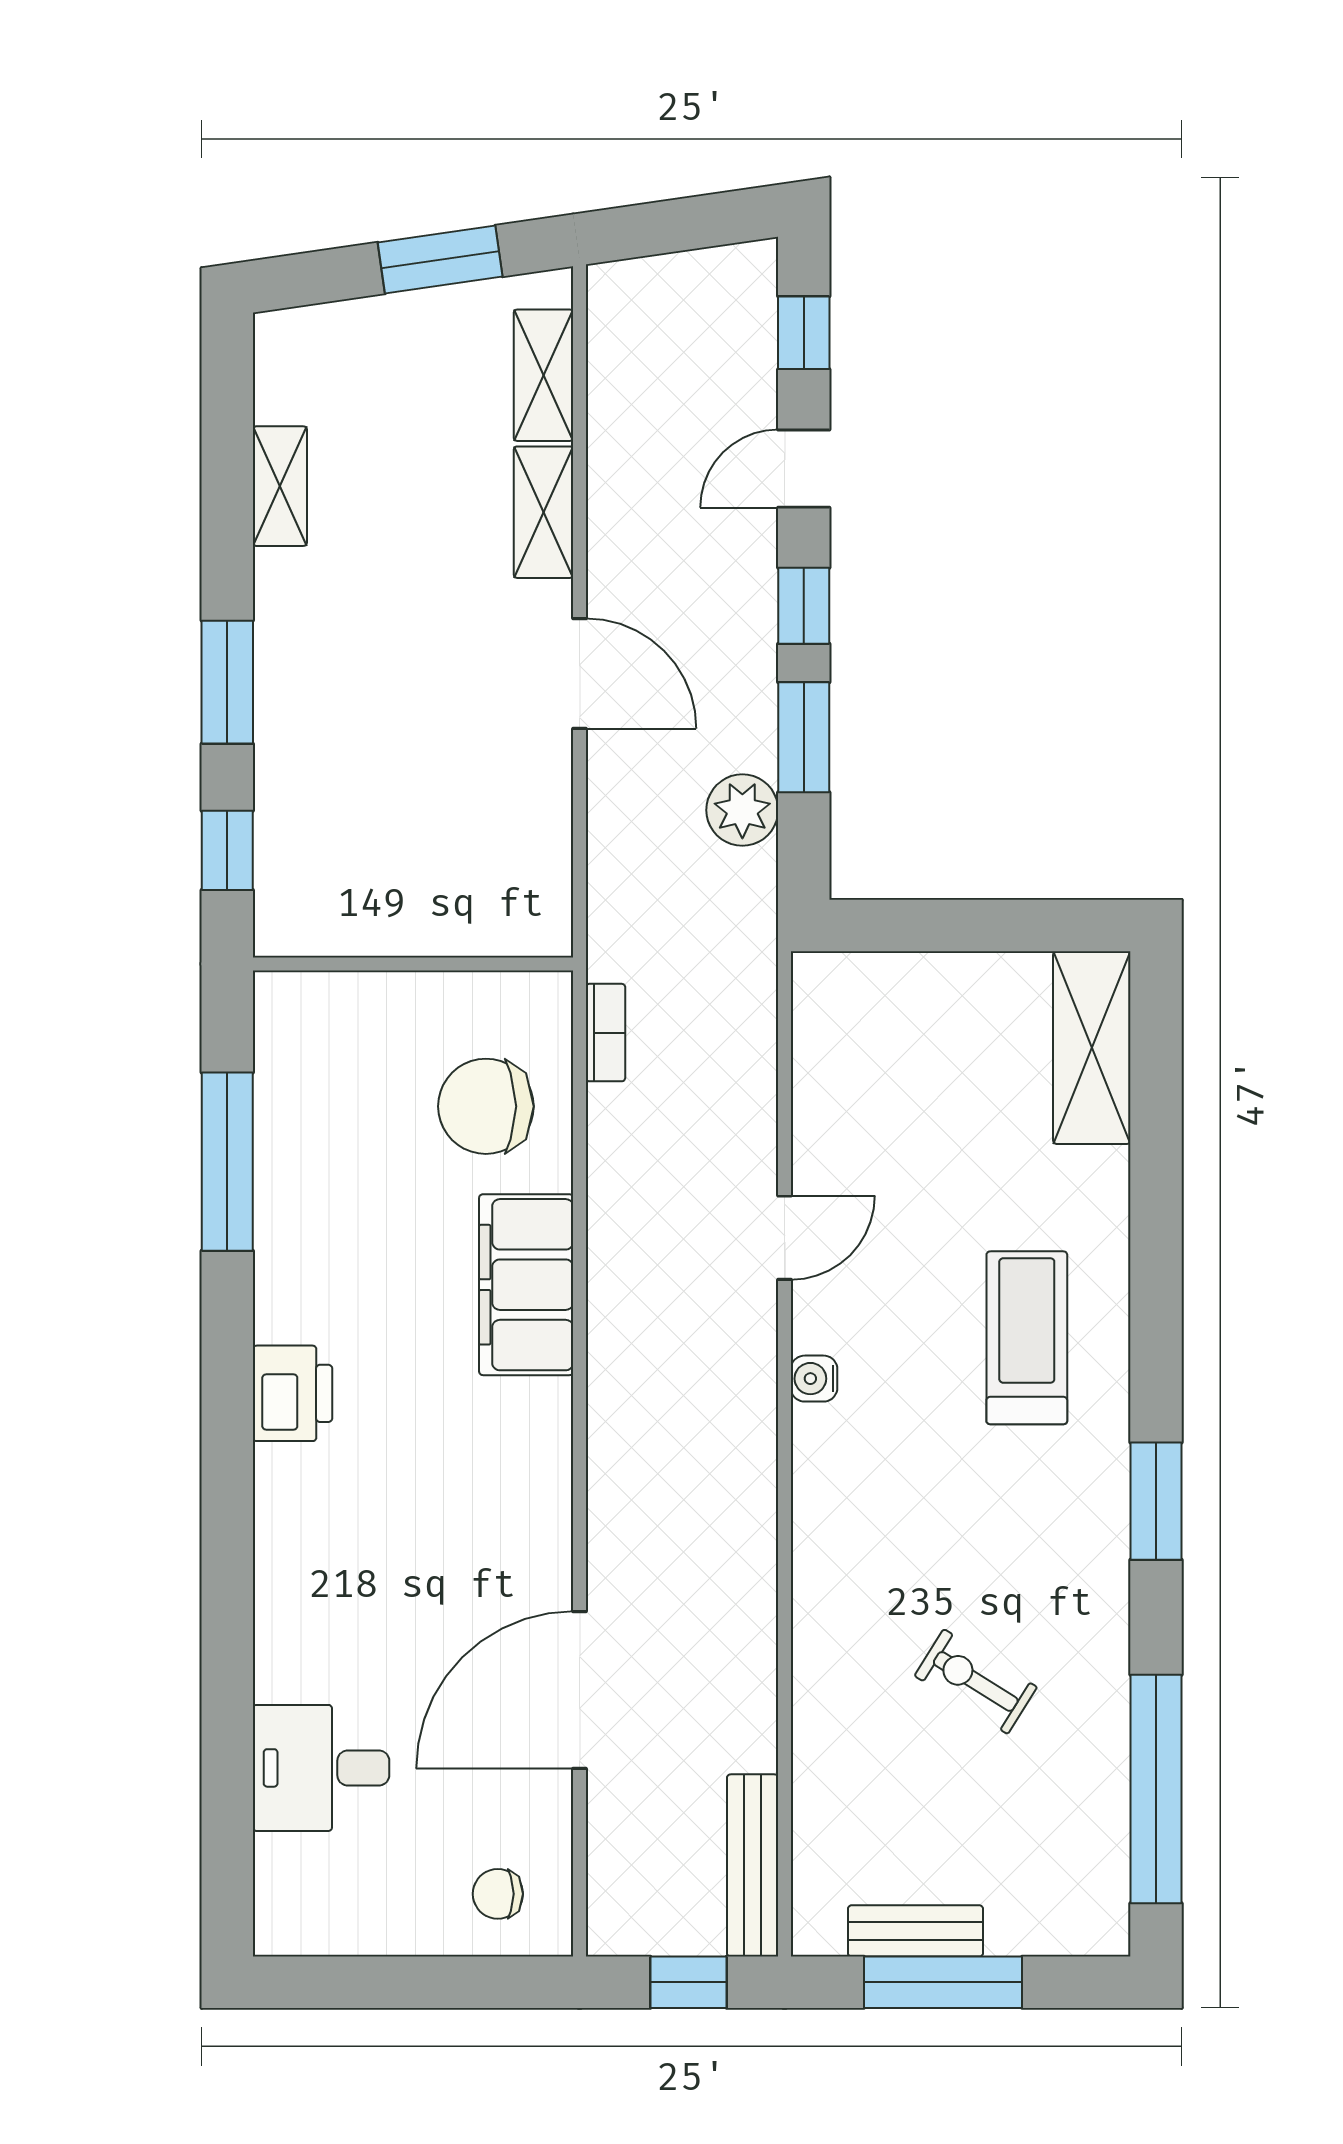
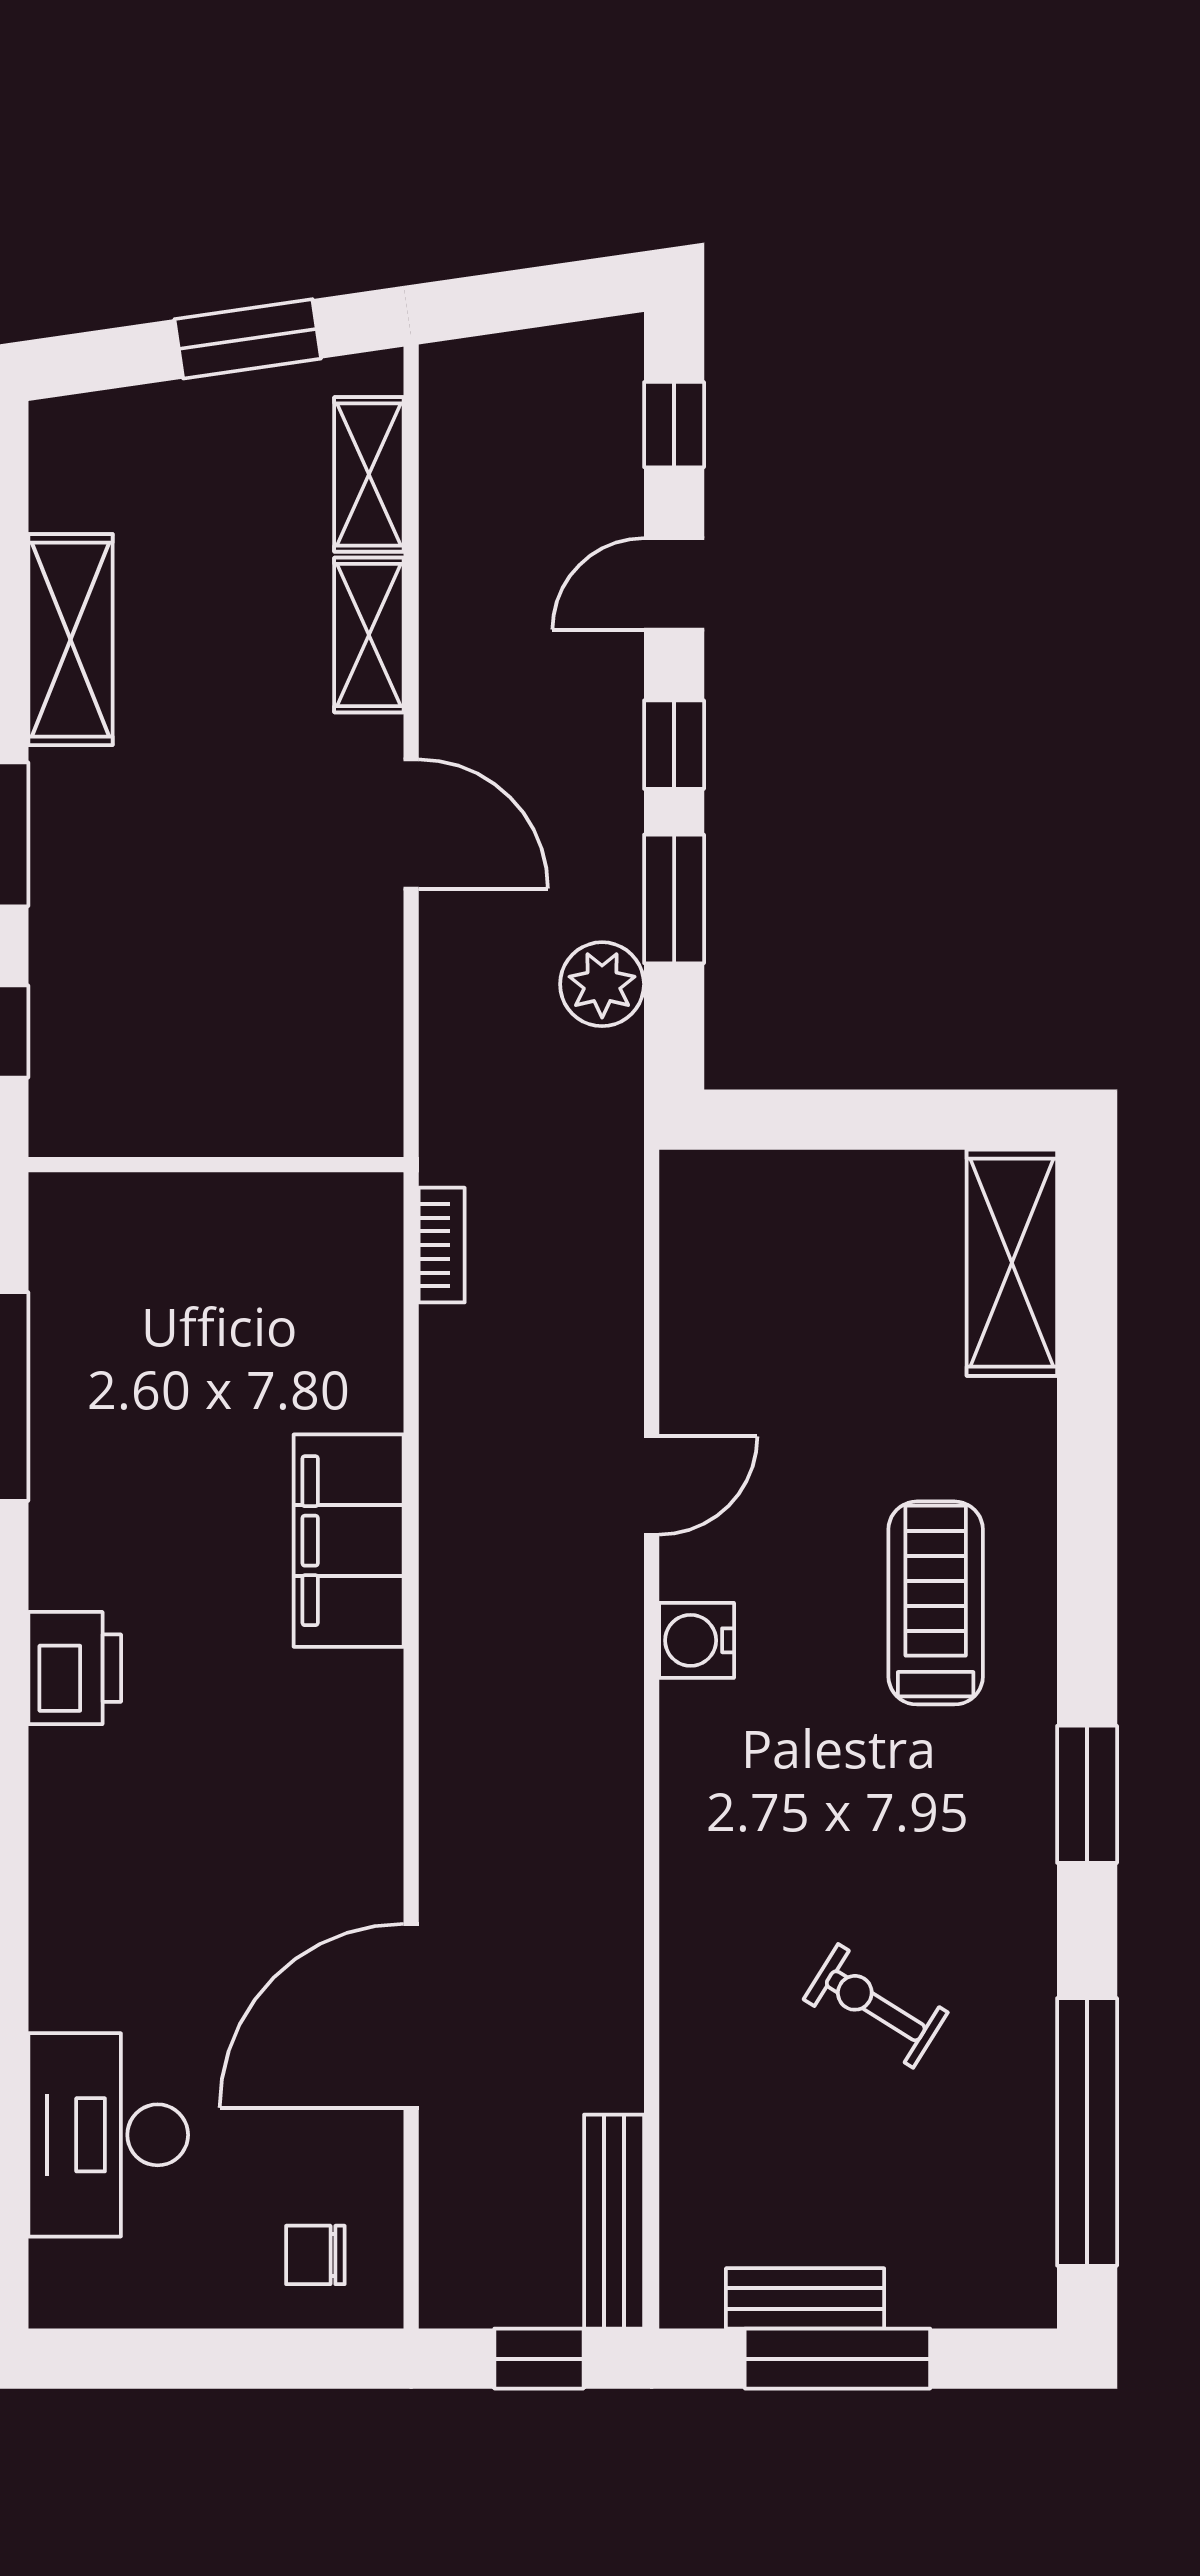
shelving: (280, 486) -> (70, 640), width x1.50, depth x1.33
chair: (486, 1106) -> (301, 1332), removed
water cooler: (814, 1379) -> (697, 1640), width x1.38, depth x1.38
desk: (321, 1768) -> (108, 2135), width x1.37

